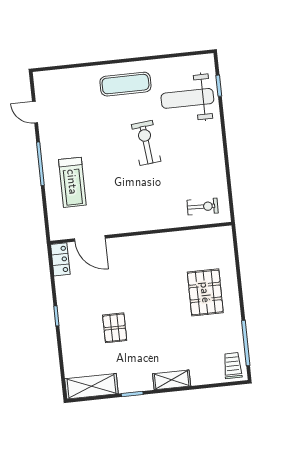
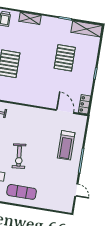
treadmill: (72, 182) -> (66, 145), turned 180
pallet: (115, 328) -> (65, 58), width x1.50, depth x1.42
shelving: (172, 380) -> (30, 18), moved

